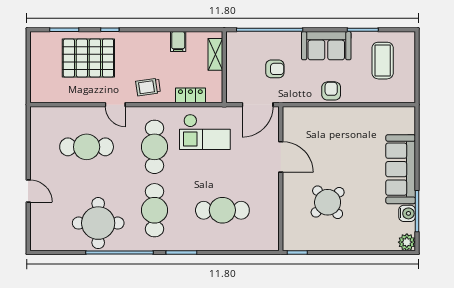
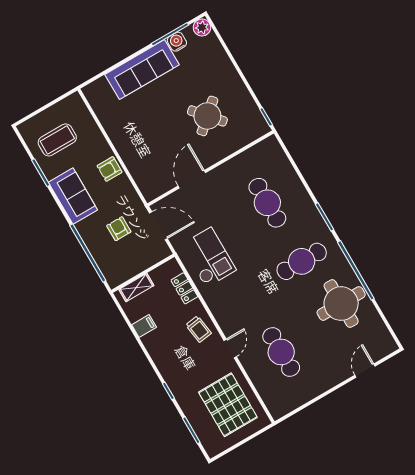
pallet: (88, 58) -> (228, 405), moved
cafe table: (154, 147) -> (247, 293), removed
door: (28, 191) -> (365, 371), moved

